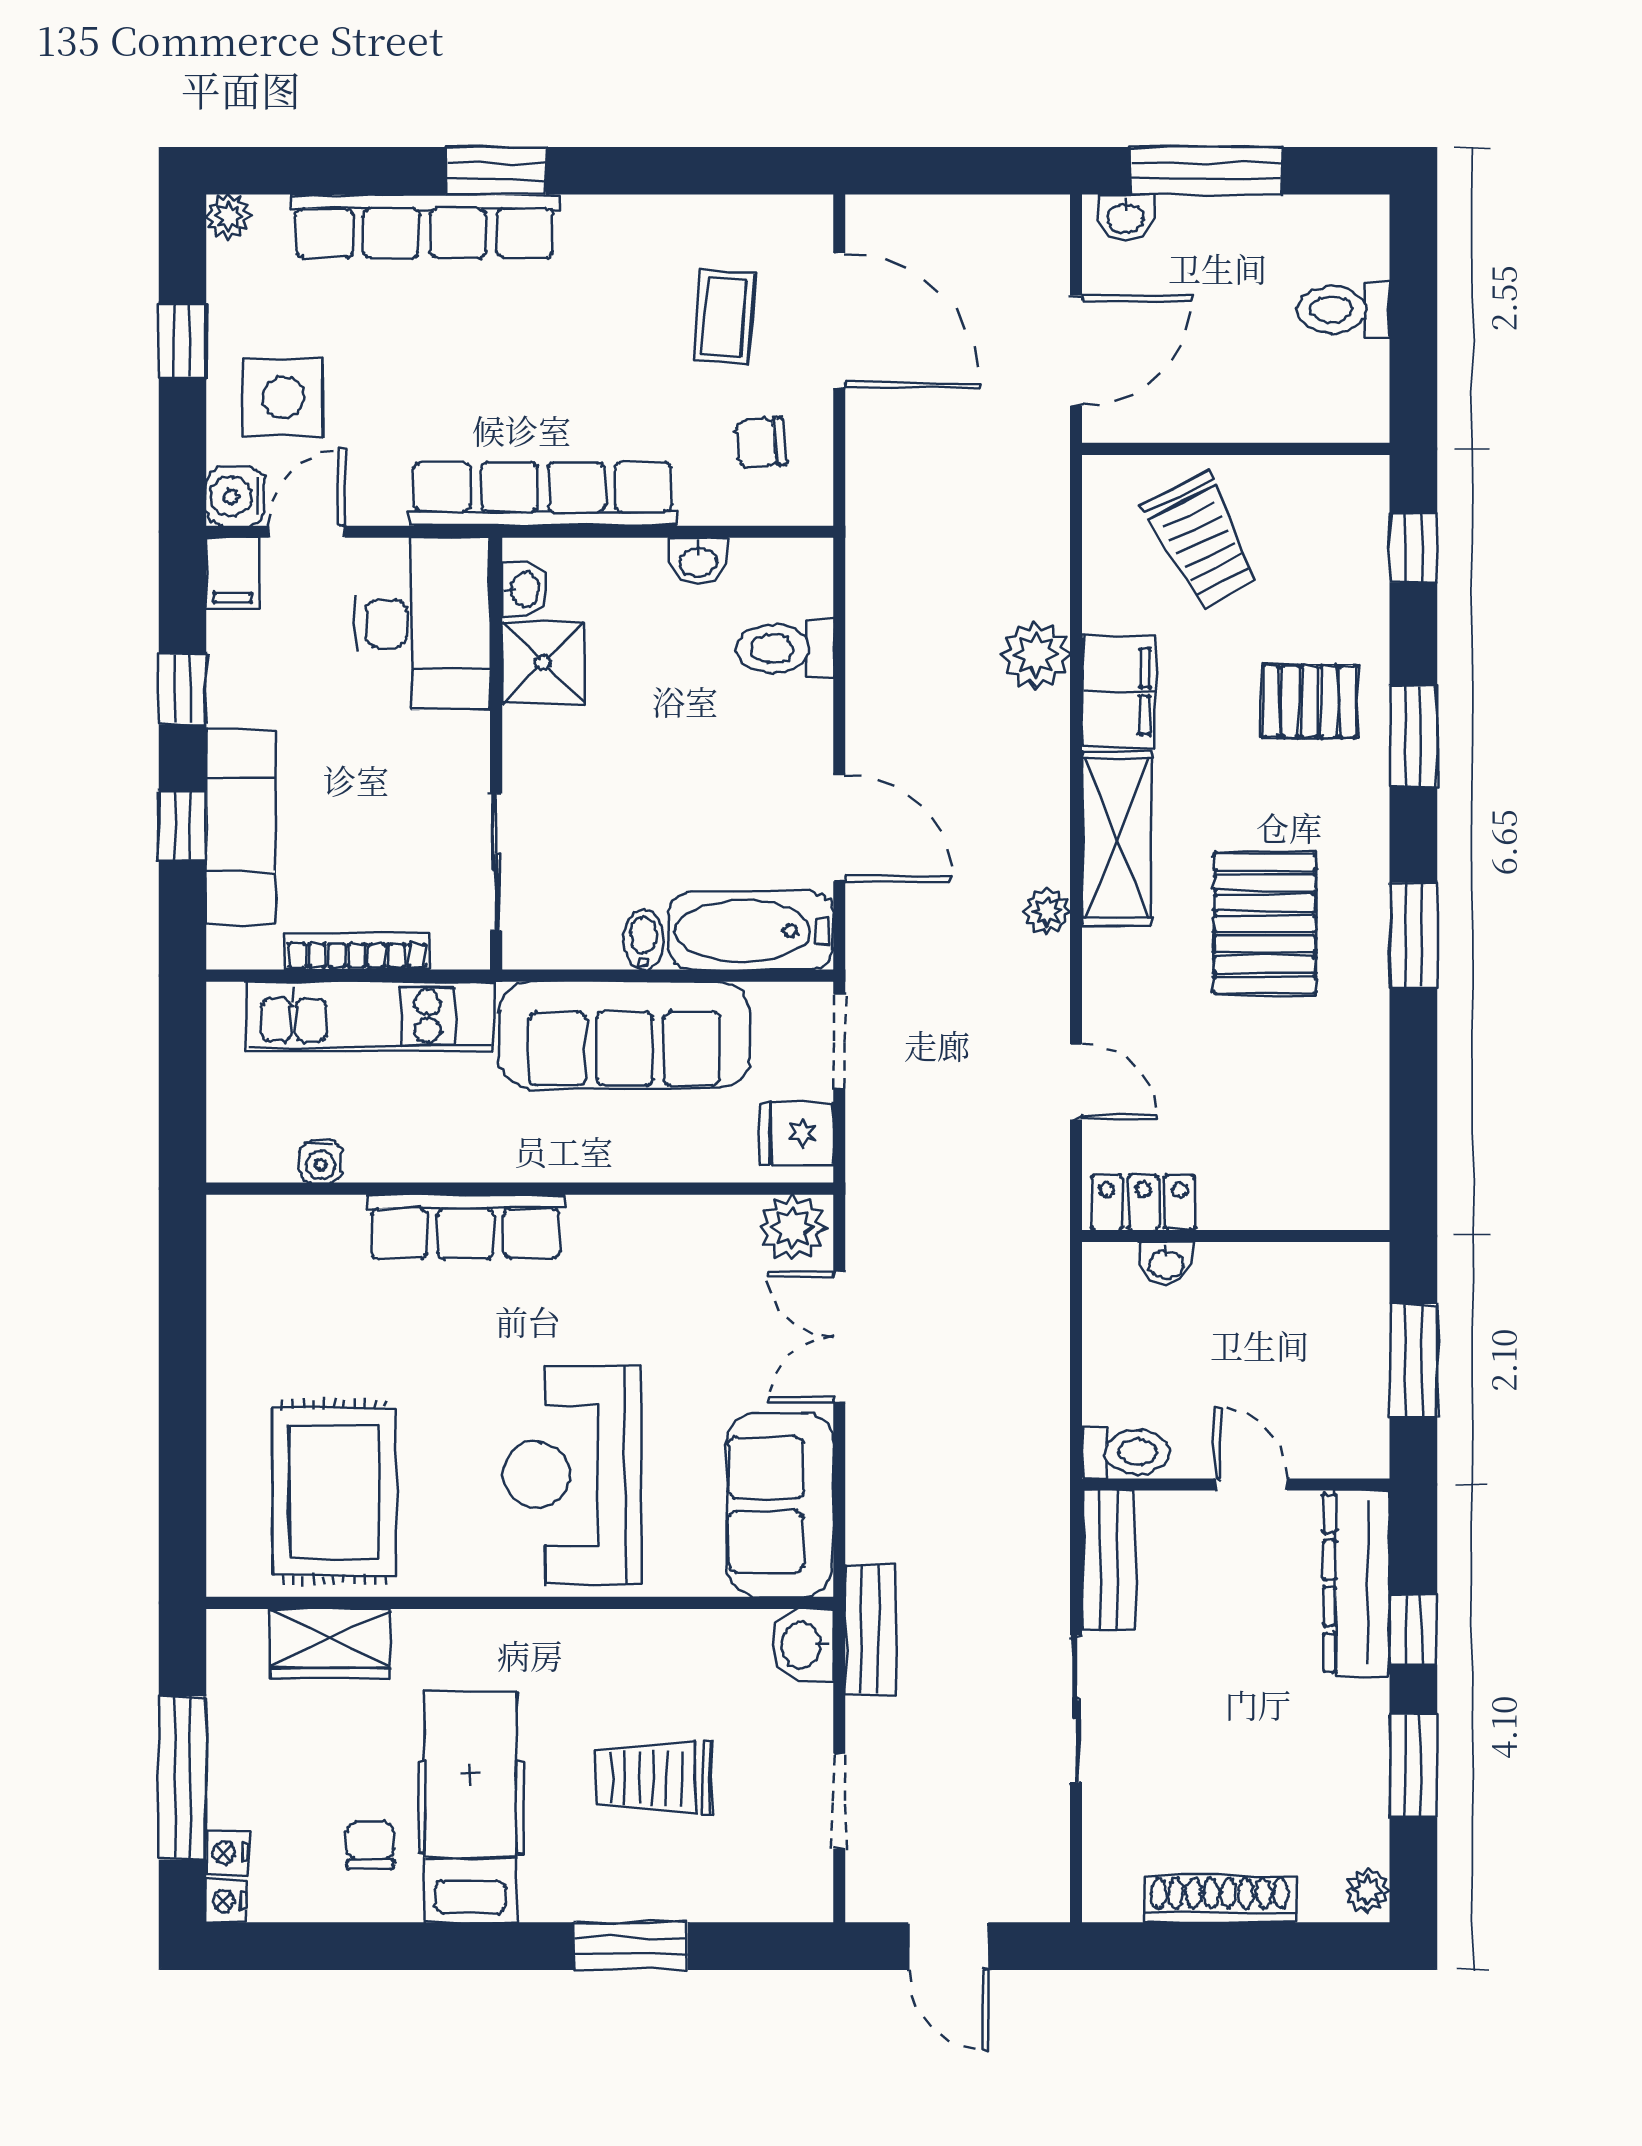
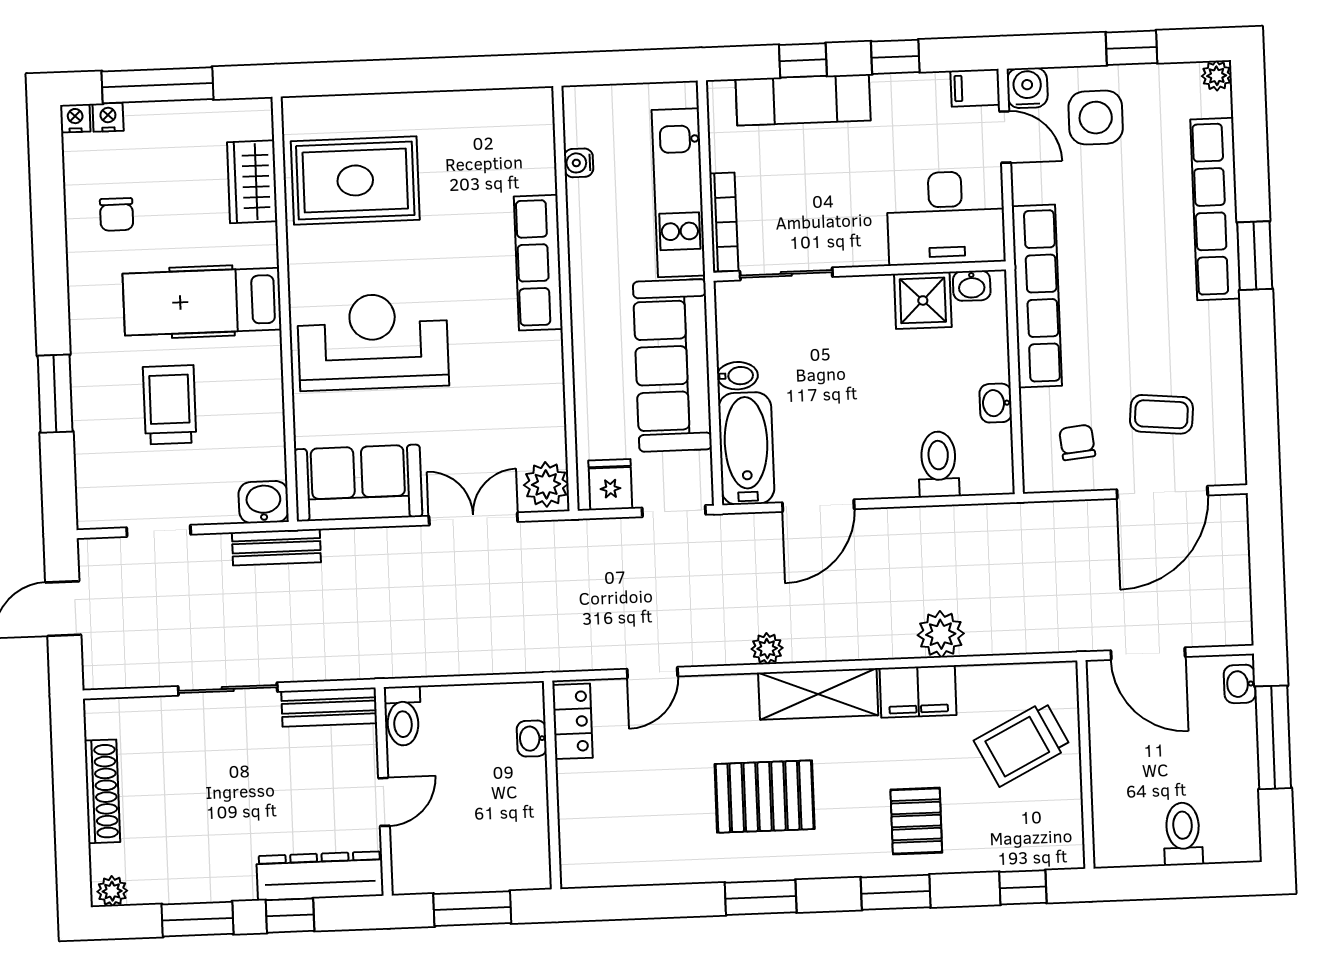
bookcase: (357, 951) -> (724, 222), moved
hospital bed: (470, 1807) -> (202, 302), moved, turned 180
chair: (370, 1845) -> (117, 214), turned 90

